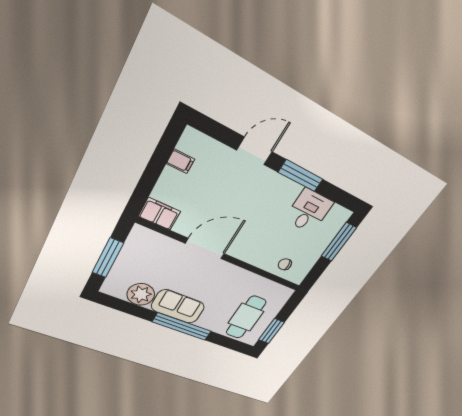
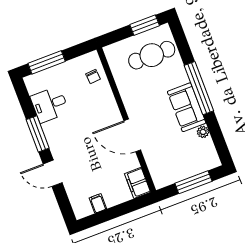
plant: (141, 294) -> (203, 132), width x0.53, depth x0.53

